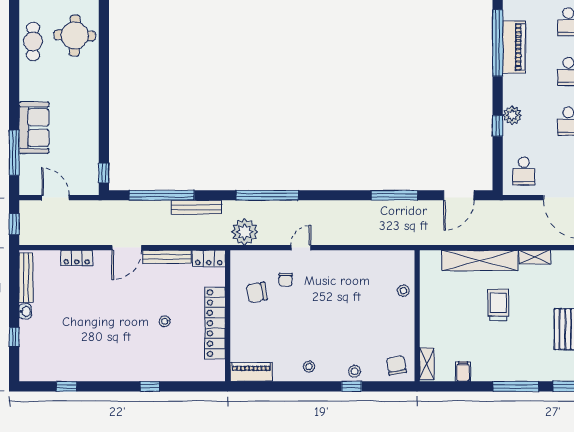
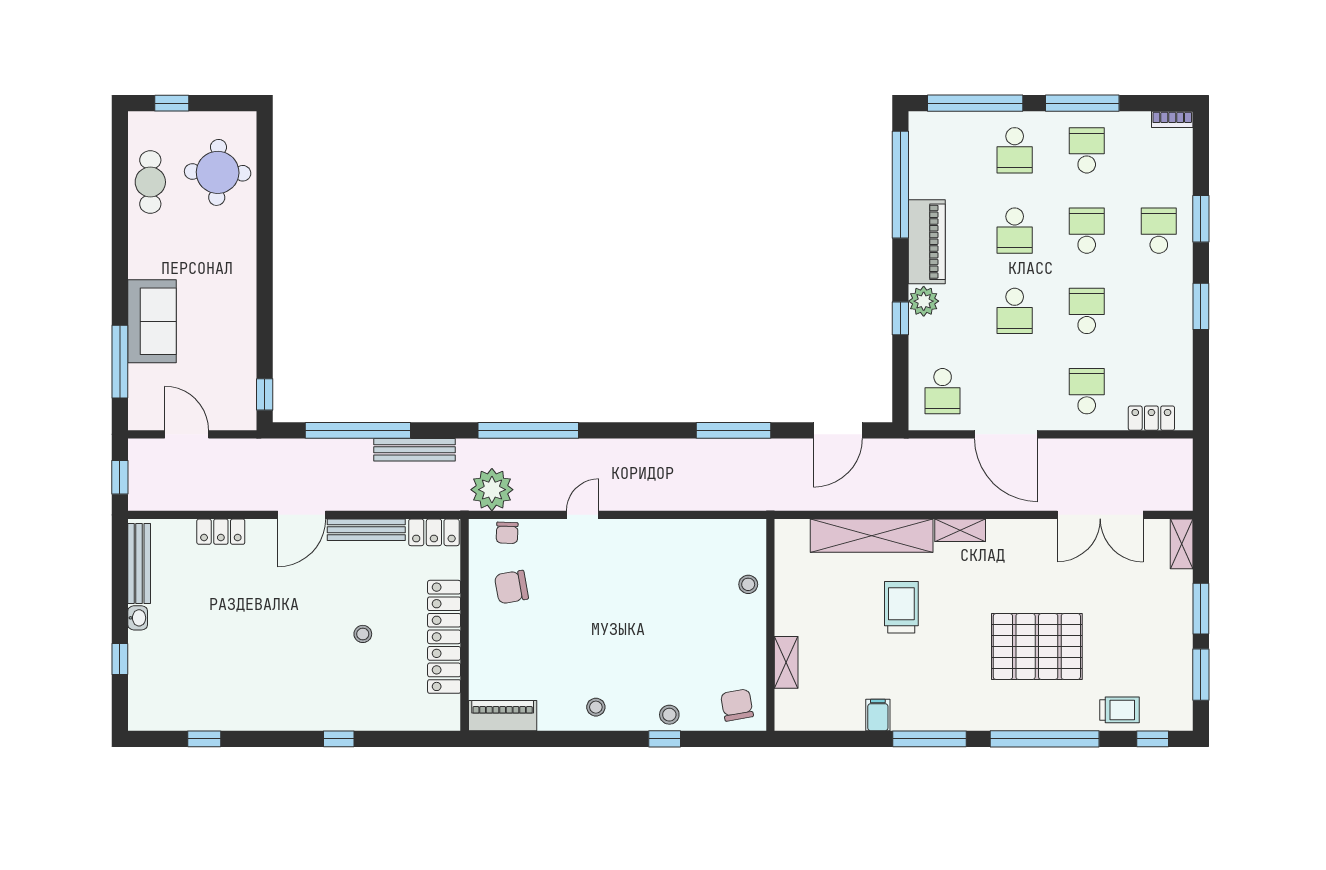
piano: (514, 47) -> (927, 242), moved
chair: (285, 280) -> (507, 533), moved
shelving: (427, 364) -> (786, 662), moved
filing cabinet: (463, 372) -> (878, 715), moved

